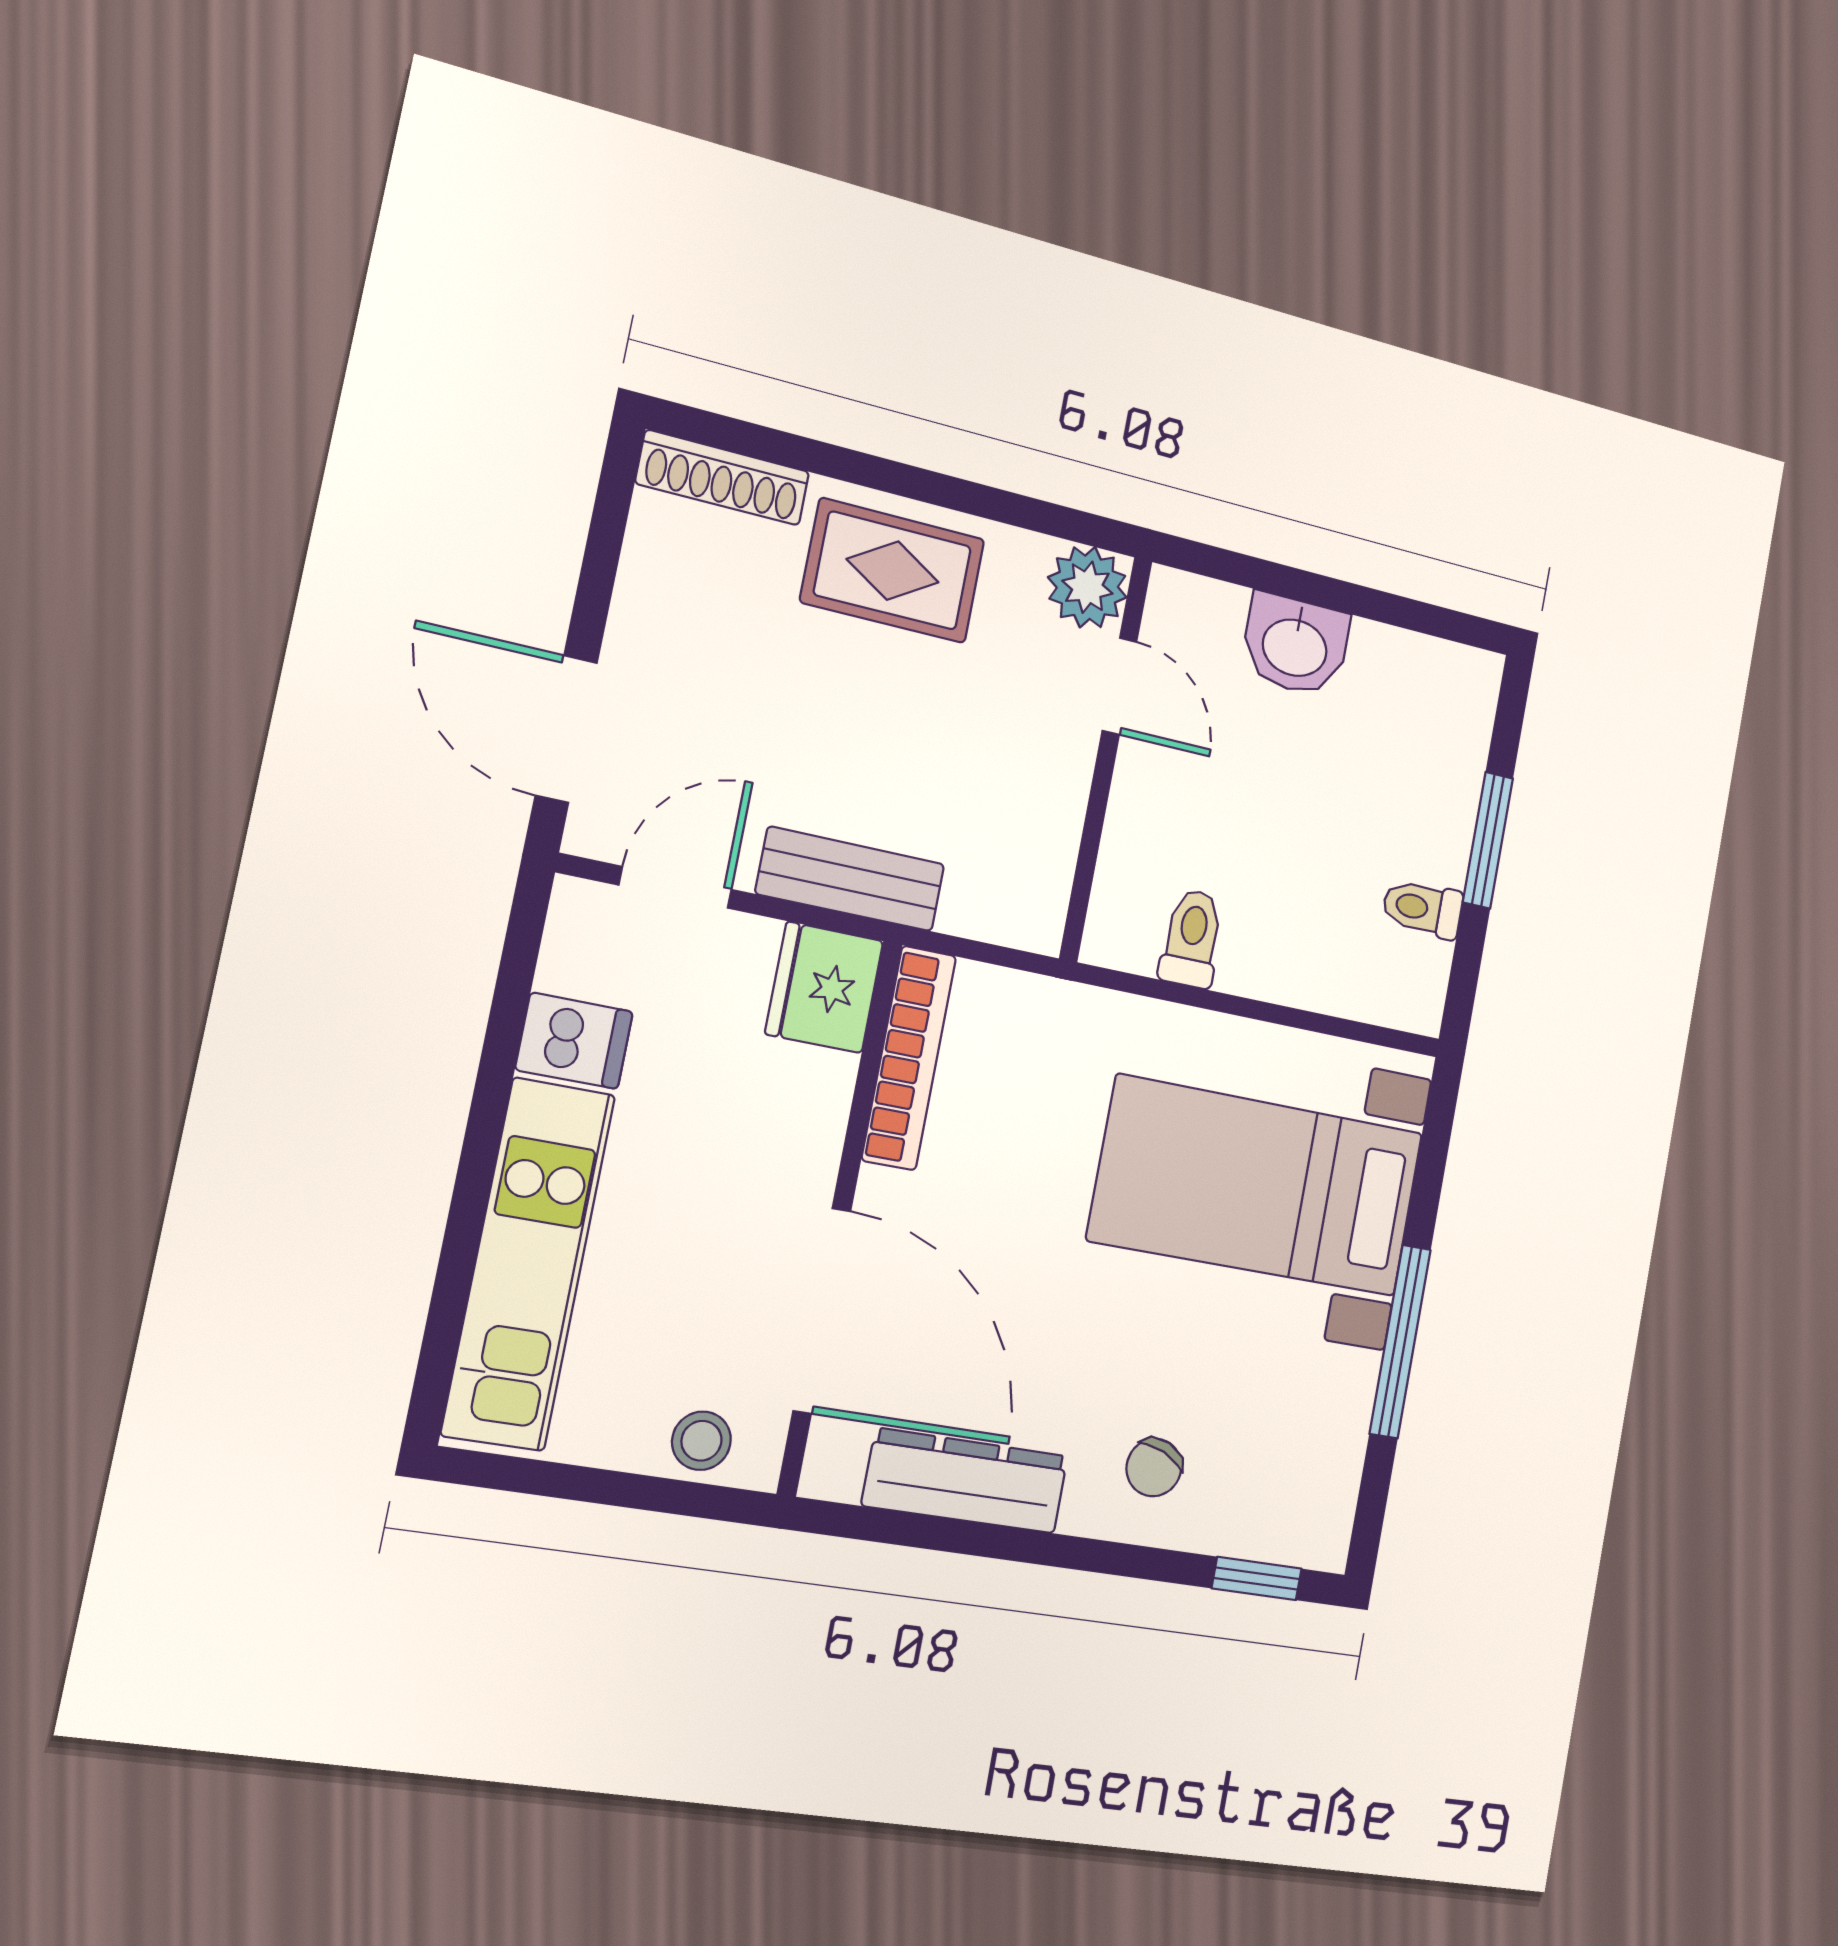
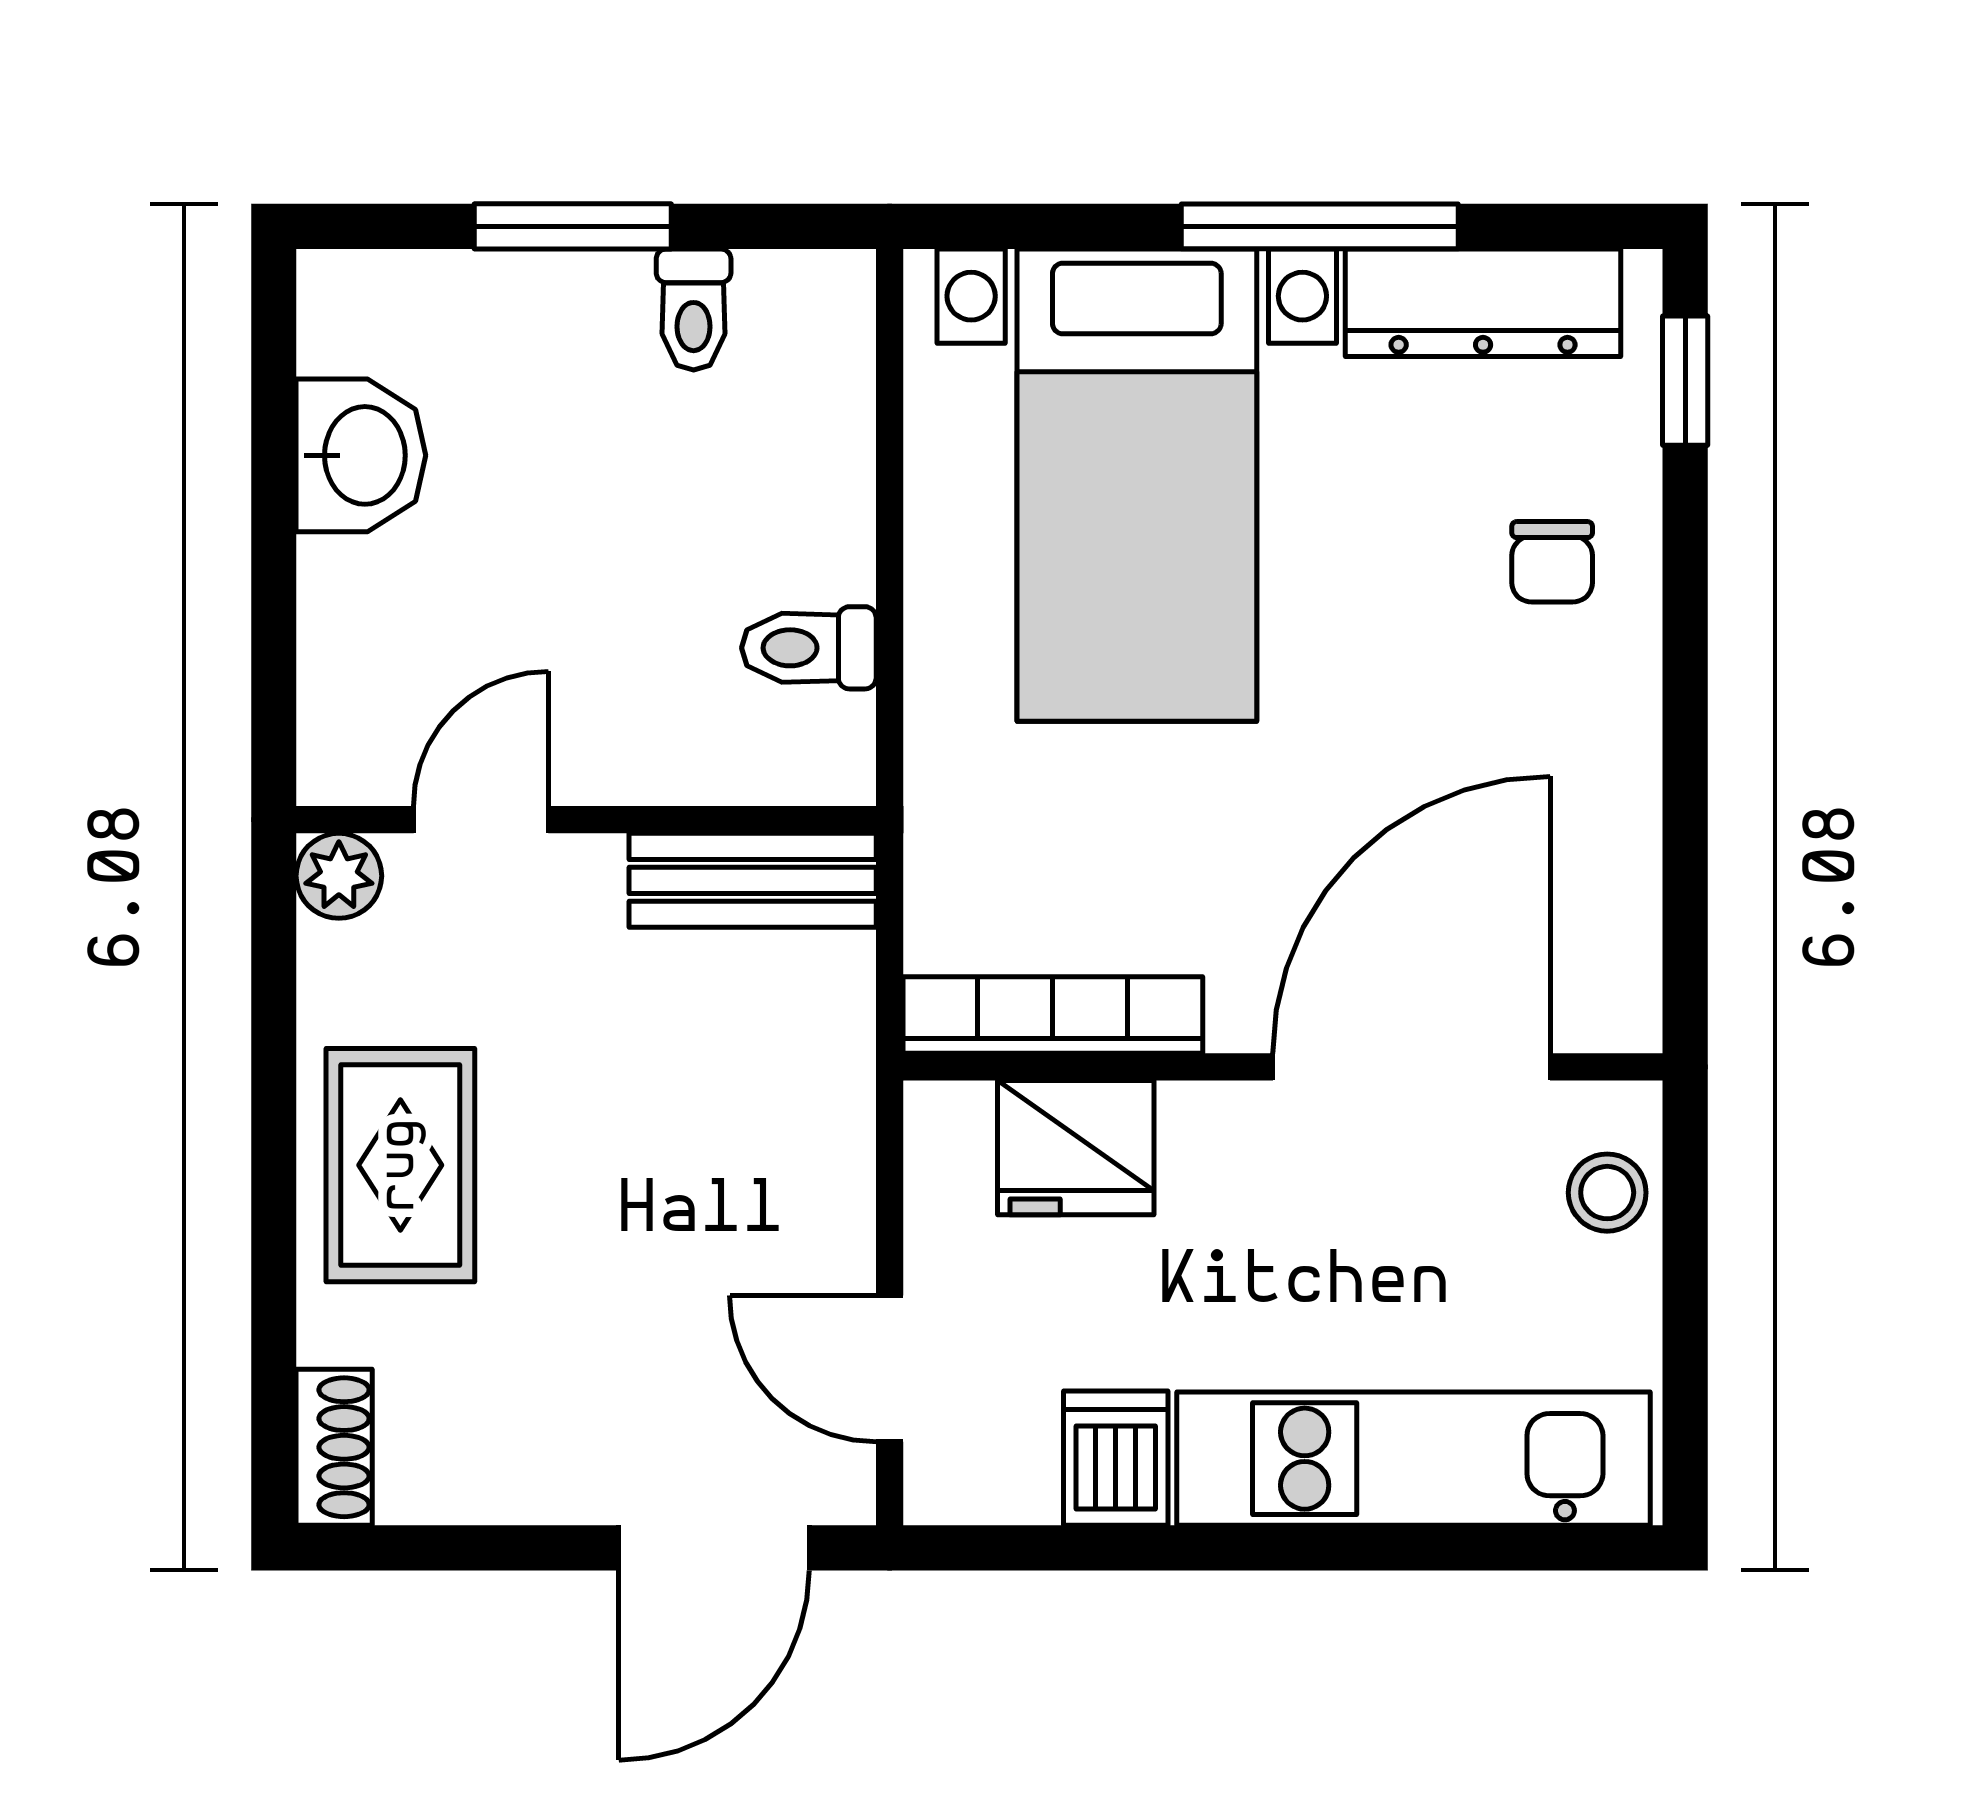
shoe rack: (723, 478) -> (334, 1447), width x0.70
plant: (1087, 587) -> (339, 876), width x0.73, depth x0.73
washbasin: (1295, 645) -> (361, 455), moved
bench: (850, 879) -> (753, 880), moved, turned 90
fridge: (824, 987) -> (1076, 1148), moved
chair: (1154, 1467) -> (1552, 562), turned 66
dresser: (965, 1481) -> (1483, 303), moved, turned -90

